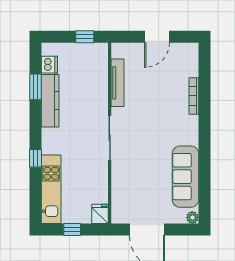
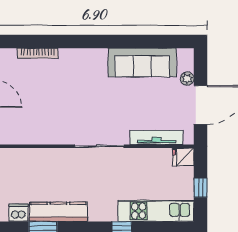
tv unit: (118, 83) -> (156, 138), moved
bookcase: (194, 96) -> (38, 53), moved
plant: (192, 217) -> (187, 79), moved

